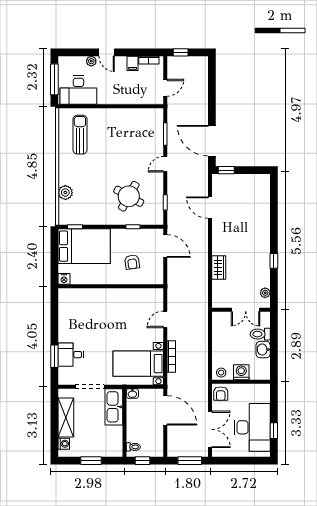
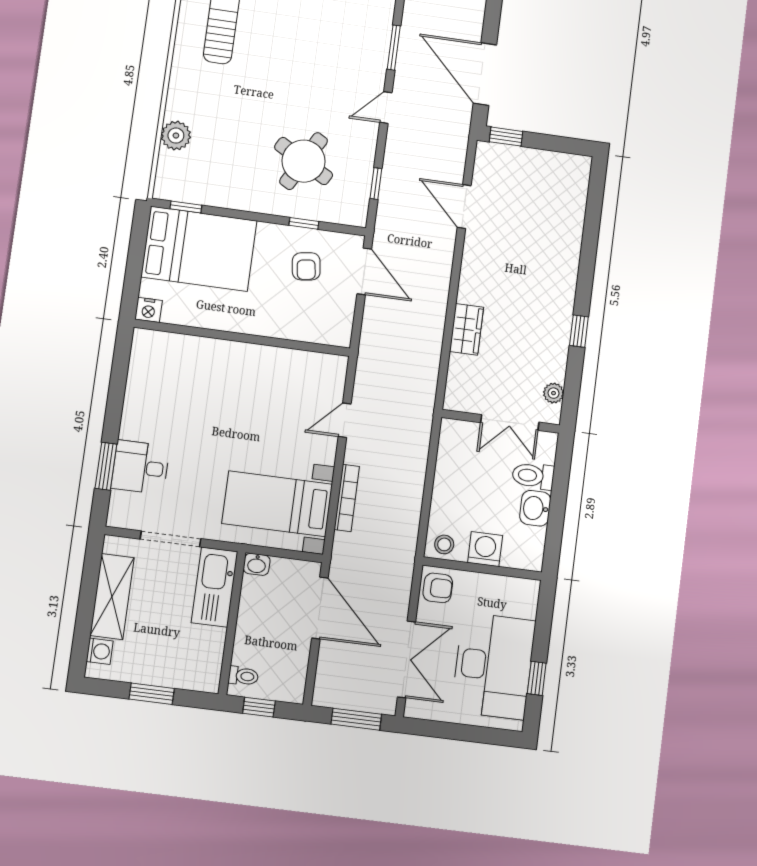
armchair: (132, 262) -> (306, 266), moved
armchair: (221, 394) -> (438, 588), turned -90

